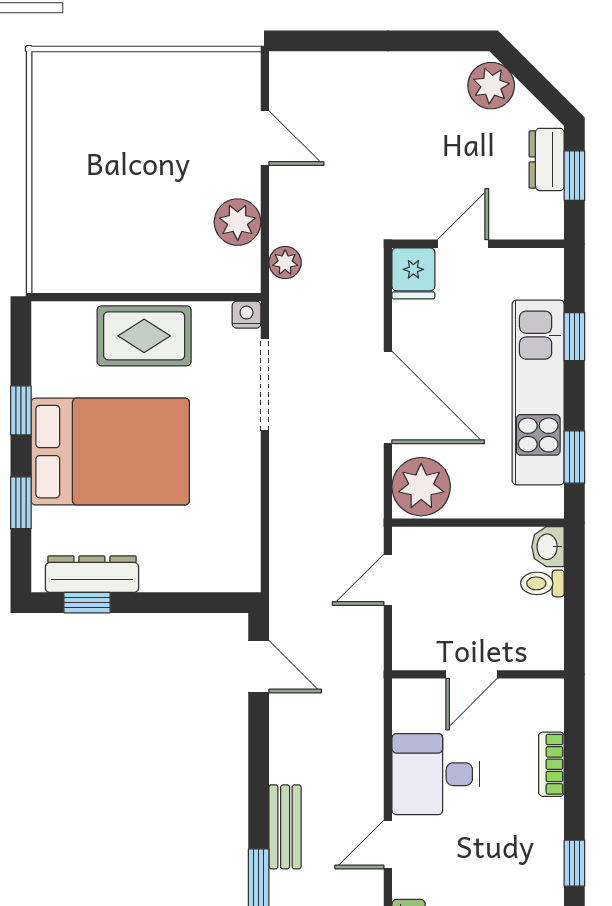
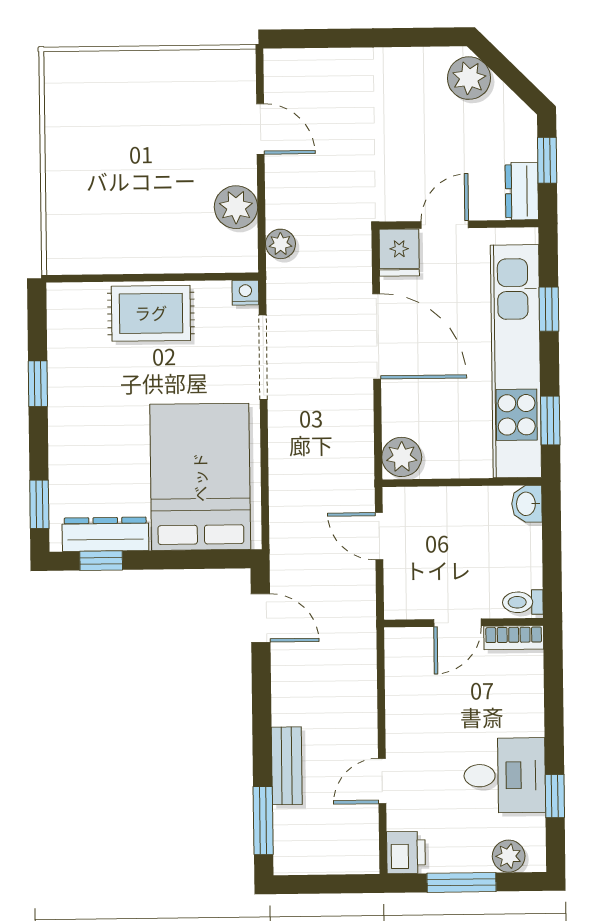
dresser: (547, 159) -> (522, 191), moved
kitchen unit: (538, 392) -> (516, 361), width x1.36
door: (388, 397) -> (377, 336), moved
bed: (110, 452) -> (200, 477), moved, turned -90
plant: (421, 487) -> (402, 457), width x0.73, depth x0.73
window: (21, 503) -> (39, 504), moved
door: (388, 580) -> (379, 536), hinge flipped
toilet: (542, 583) -> (523, 602), moved
bookcase: (551, 764) -> (514, 638), moved, turned -90
desk: (436, 774) -> (505, 775), moved, turned 180

